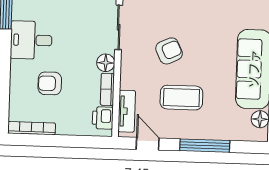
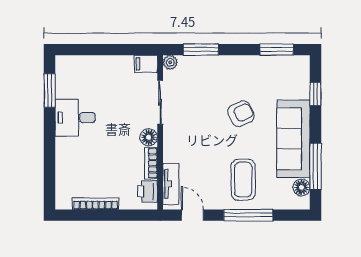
armchair: (169, 51) -> (241, 114), moved
armchair: (50, 83) -> (95, 159), removed
coffee table: (181, 98) -> (243, 180), moved, turned 90
bookcase: (32, 128) -> (96, 204), moved

